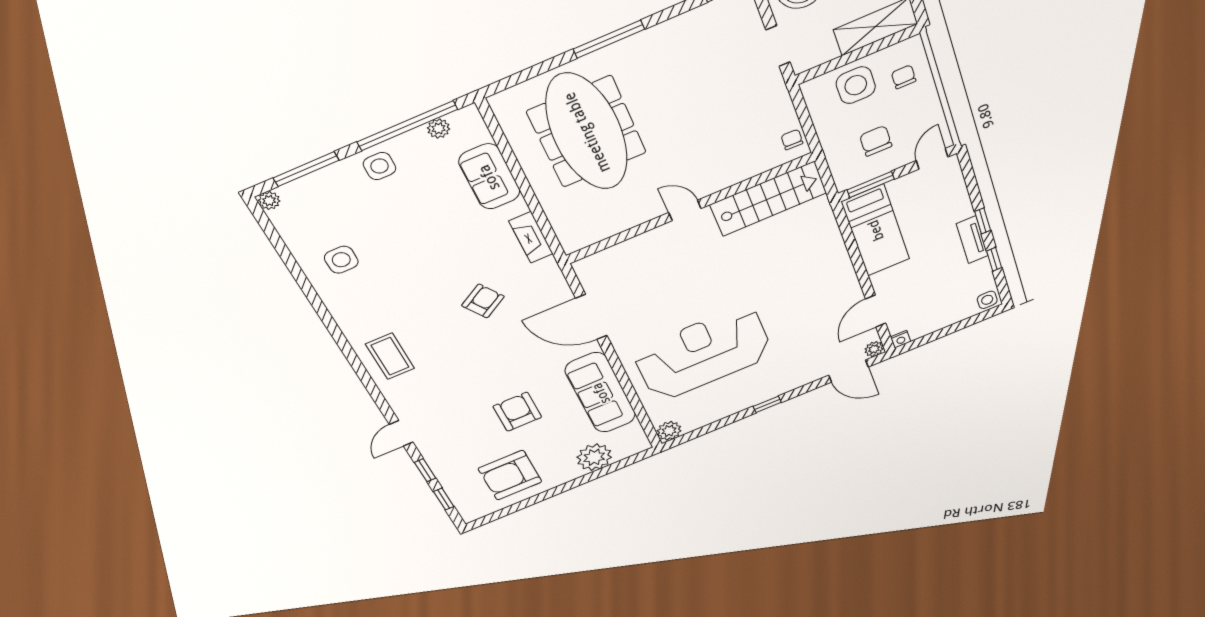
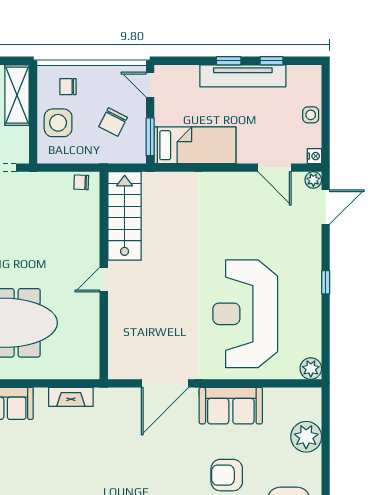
chair: (876, 141) -> (113, 122), turned -63
tv unit: (972, 240) -> (243, 76), width x1.92, depth x1.29
side table: (987, 300) -> (311, 115), moved
armchair: (483, 301) -> (109, 454), removed
sofa: (601, 393) -> (231, 406), width x0.73

